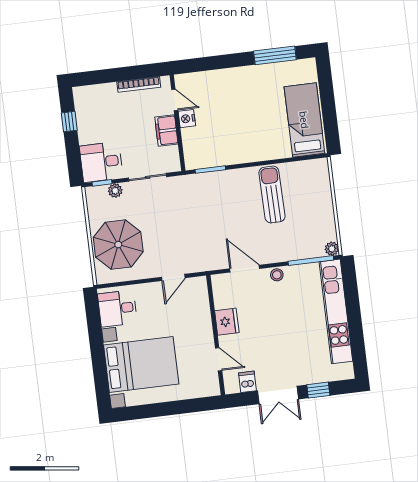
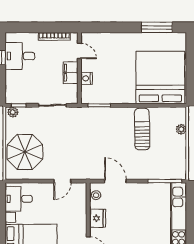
nightstand: (187, 119) -> (87, 78), moved
bed: (304, 120) -> (160, 77), width x2.04
desk: (101, 162) -> (20, 56), moved
plant: (115, 191) -> (13, 112), moved
plant: (332, 249) -> (181, 129), moved
stool: (277, 275) -> (96, 195), moved

